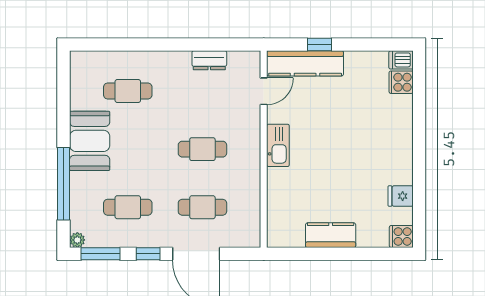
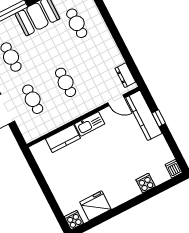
dresser: (209, 60) -> (125, 75), moved
cooker: (401, 82) -> (146, 183), moved
fridge: (401, 196) -> (95, 206), width x1.88, depth x1.34
kitchen counter: (331, 235) -> (63, 139), moved, turned 90

